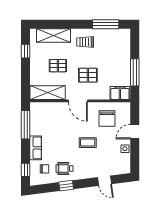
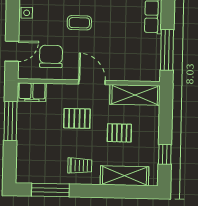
door: (135, 132) -> (12, 51), moved

